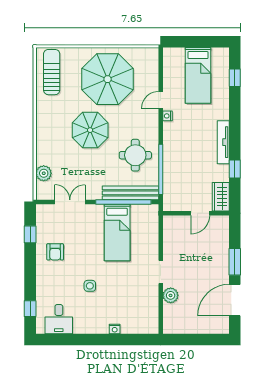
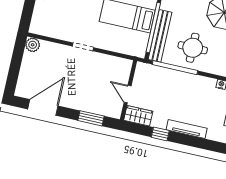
window: (235, 262) -> (91, 118), moved
plant: (171, 295) -> (33, 45), moved
door: (235, 300) -> (43, 107), hinge flipped

